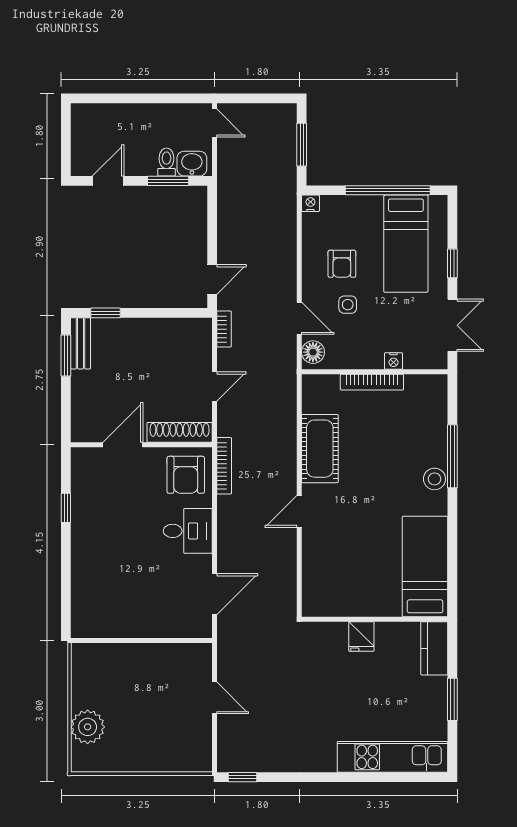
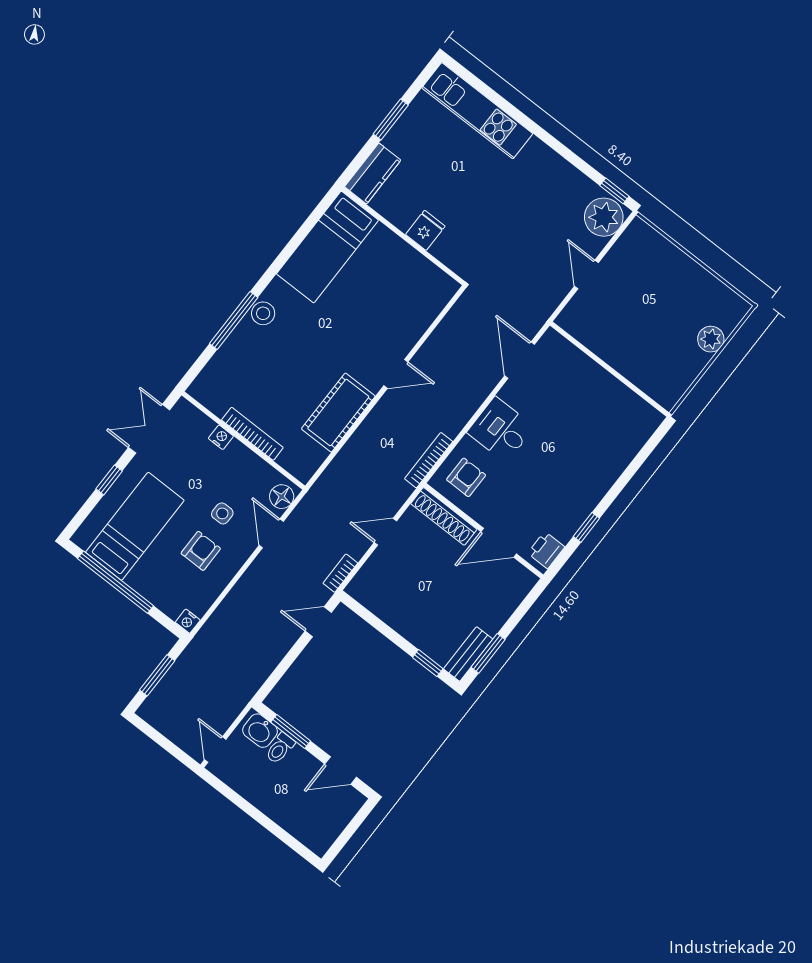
printer: (83, 467) -> (546, 550), added
armchair: (186, 475) -> (466, 477), width x0.72, depth x0.72
door: (214, 594) -> (519, 360), hinge flipped
plant: (88, 727) -> (711, 339), width x0.73, depth x0.73
plant: (235, 751) -> (604, 217), added

